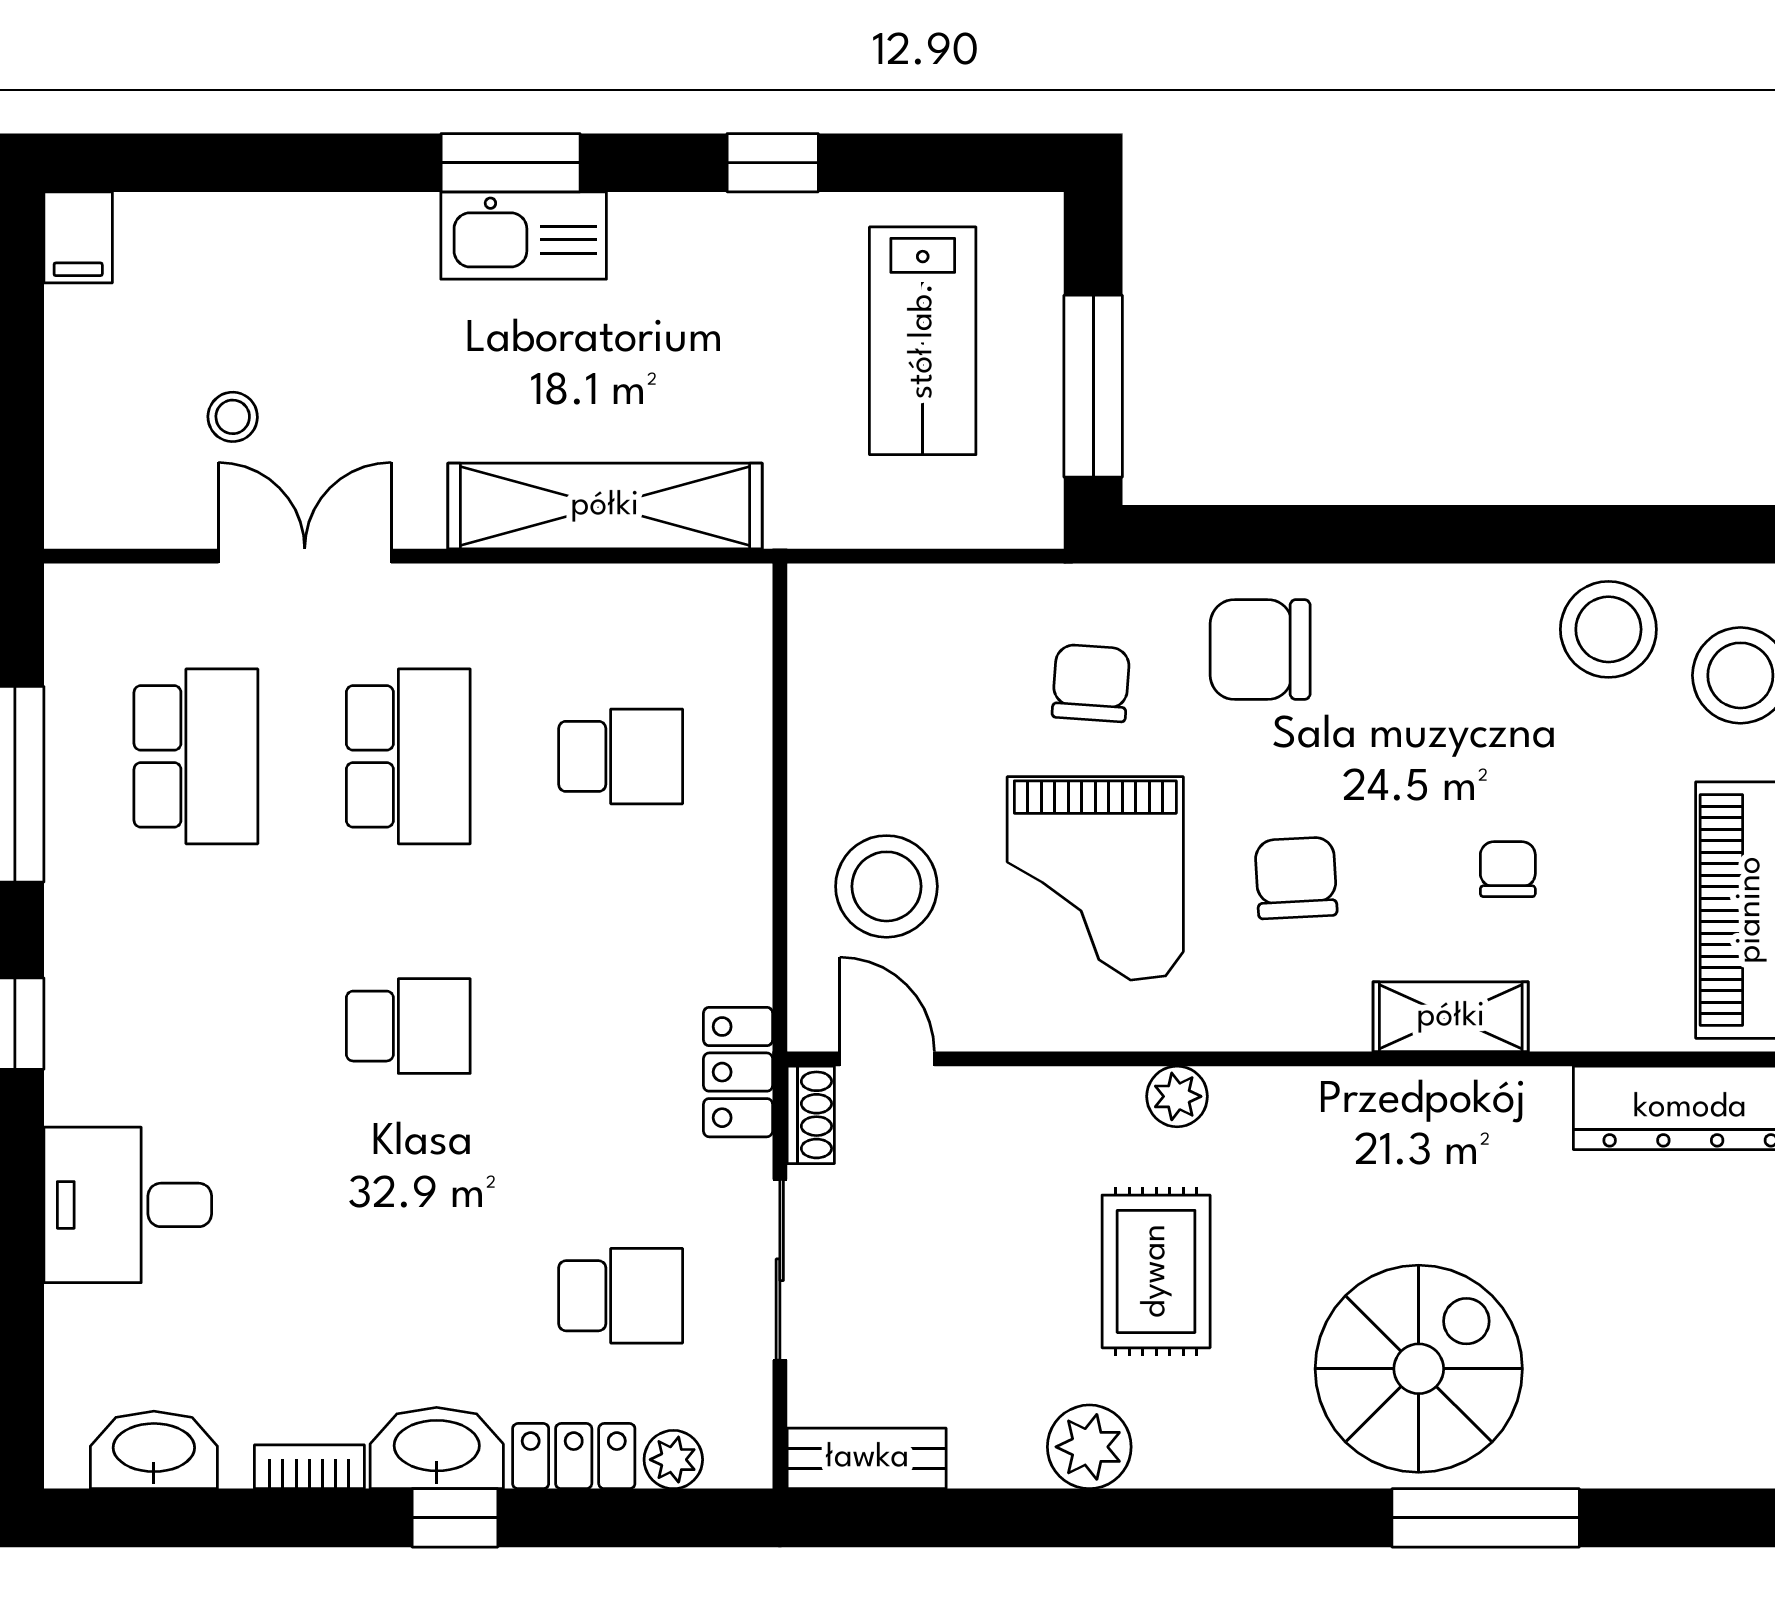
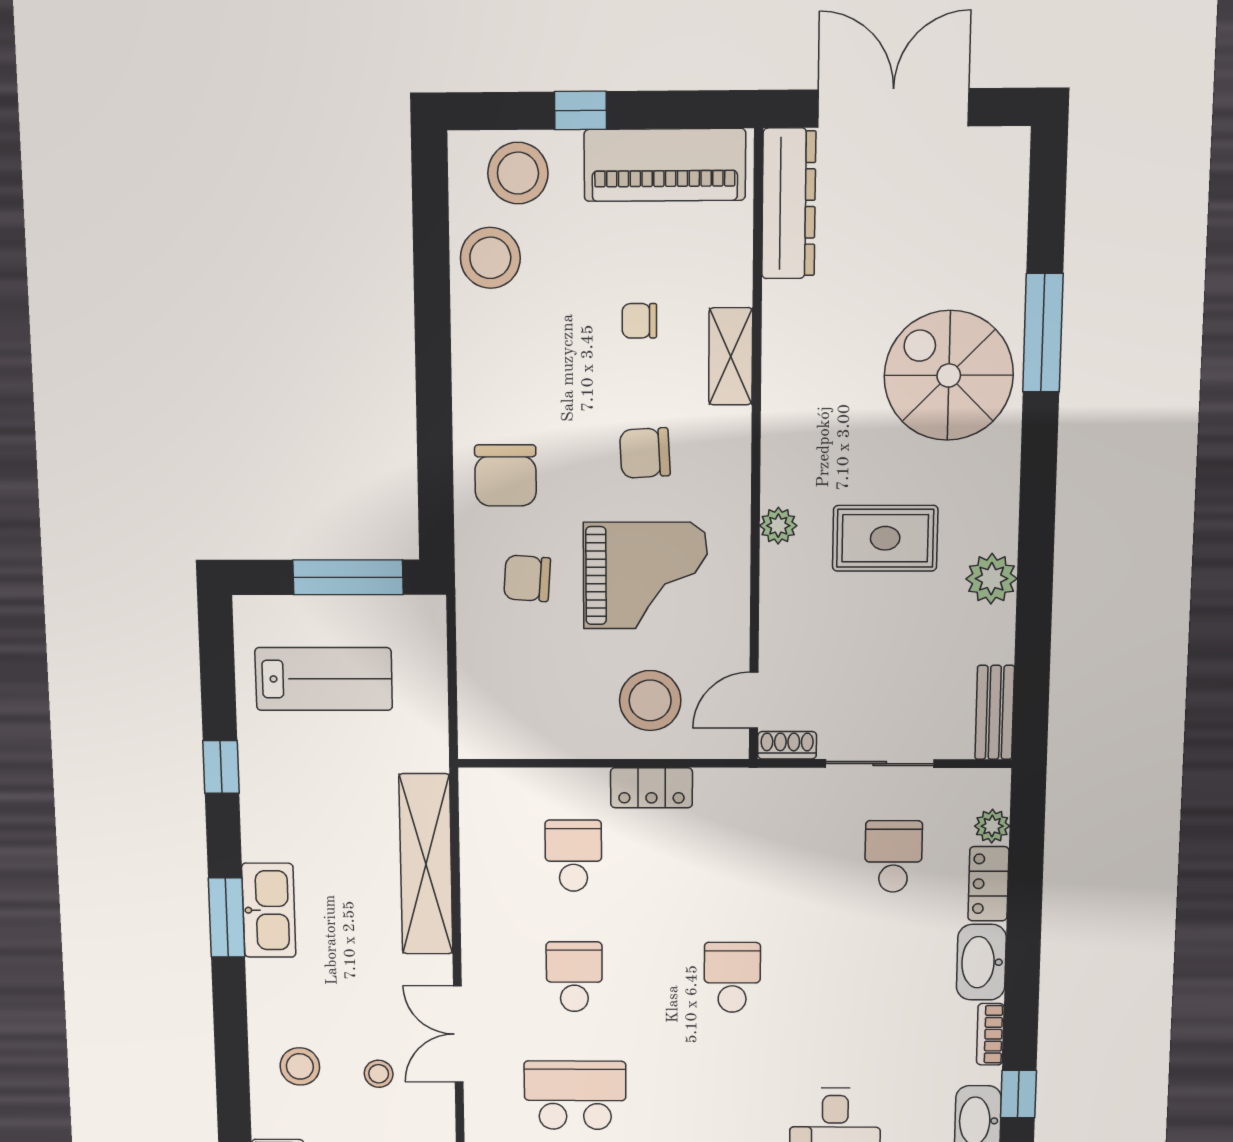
stool: (245, 281) -> (300, 1066), added
school desk: (408, 756) -> (574, 977), width x0.54
locker: (738, 1072) -> (651, 788), moved
window: (455, 1518) -> (1018, 1094), moved

